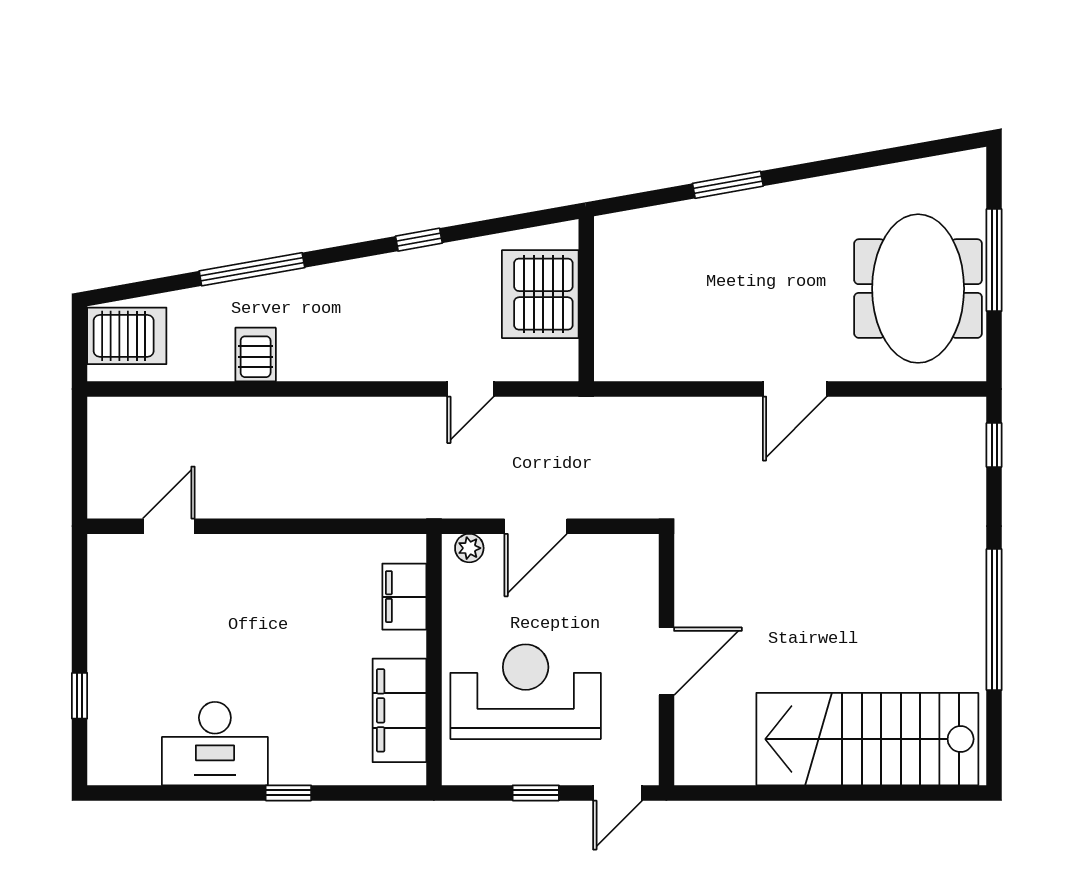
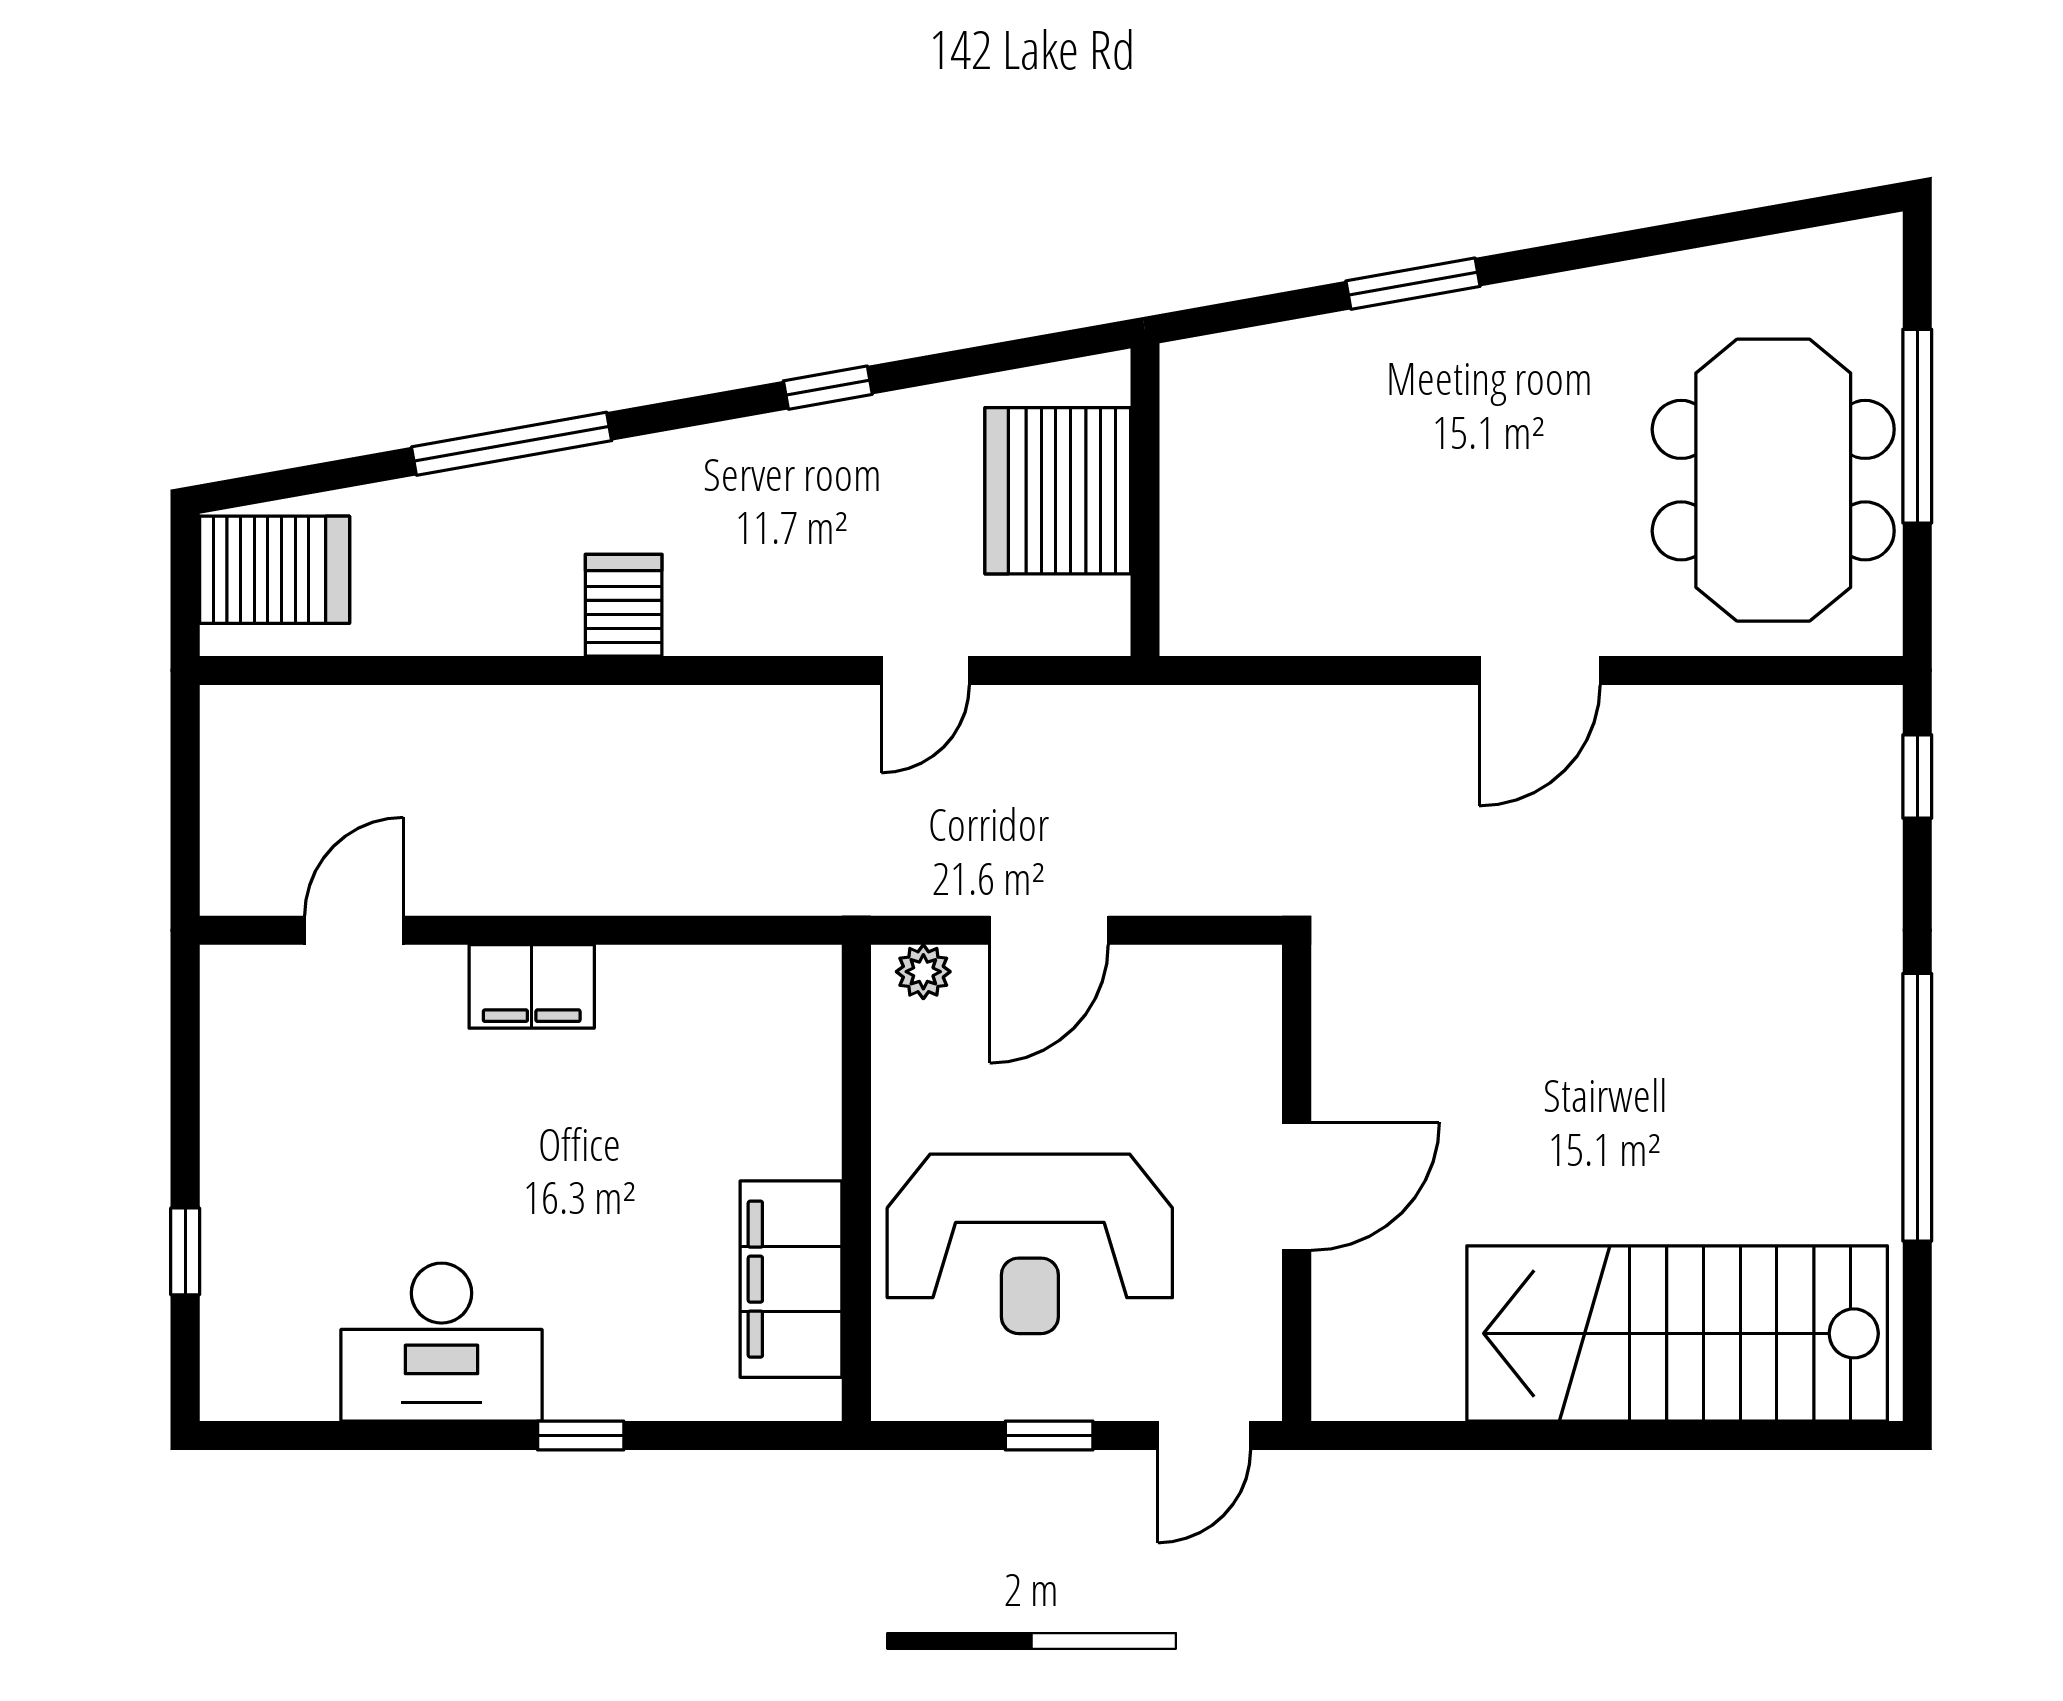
server rack: (256, 355) -> (624, 605), moved
filing cabinet: (404, 597) -> (532, 986), moved, turned -90
reception desk: (526, 692) -> (1030, 1244), turned 180

